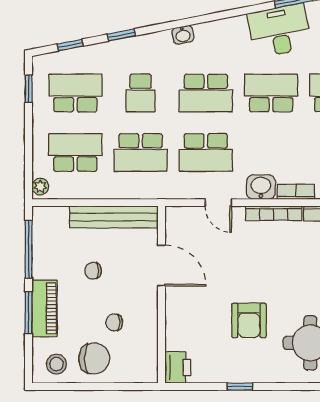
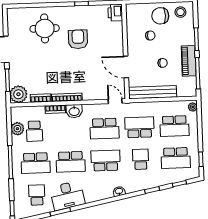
school desk: (206, 152) -> (104, 129), turned 180
door: (218, 203) -> (115, 101), moved
piano: (45, 308) -> (189, 61), moved

